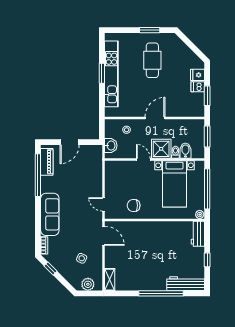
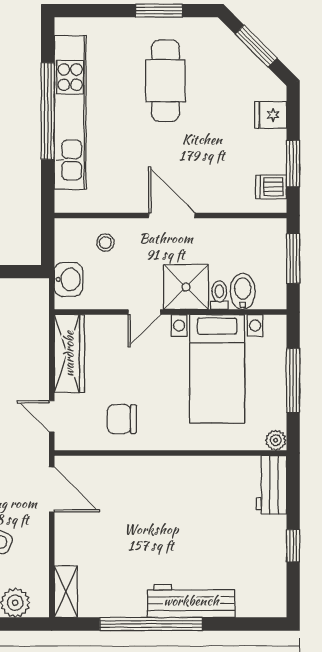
window: (191, 45) -> (256, 46), added
window: (102, 73) -> (48, 111), width x2.11
dishwasher: (198, 87) -> (271, 187), moved
door: (155, 118) -> (172, 215), hinge flipped
door: (143, 160) -> (144, 312), swing flipped
wardrobe: (111, 177) -> (69, 354), added
window: (207, 189) -> (293, 380), width x0.68
workbench: (186, 284) -> (191, 601), moved
window: (161, 293) -> (151, 624), moved

